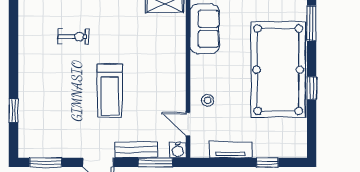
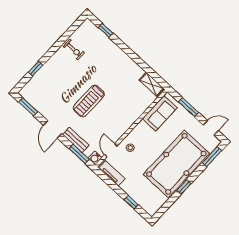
exercise bike: (74, 37) -> (74, 50), moved
tv unit: (231, 150) -> (112, 173), moved

